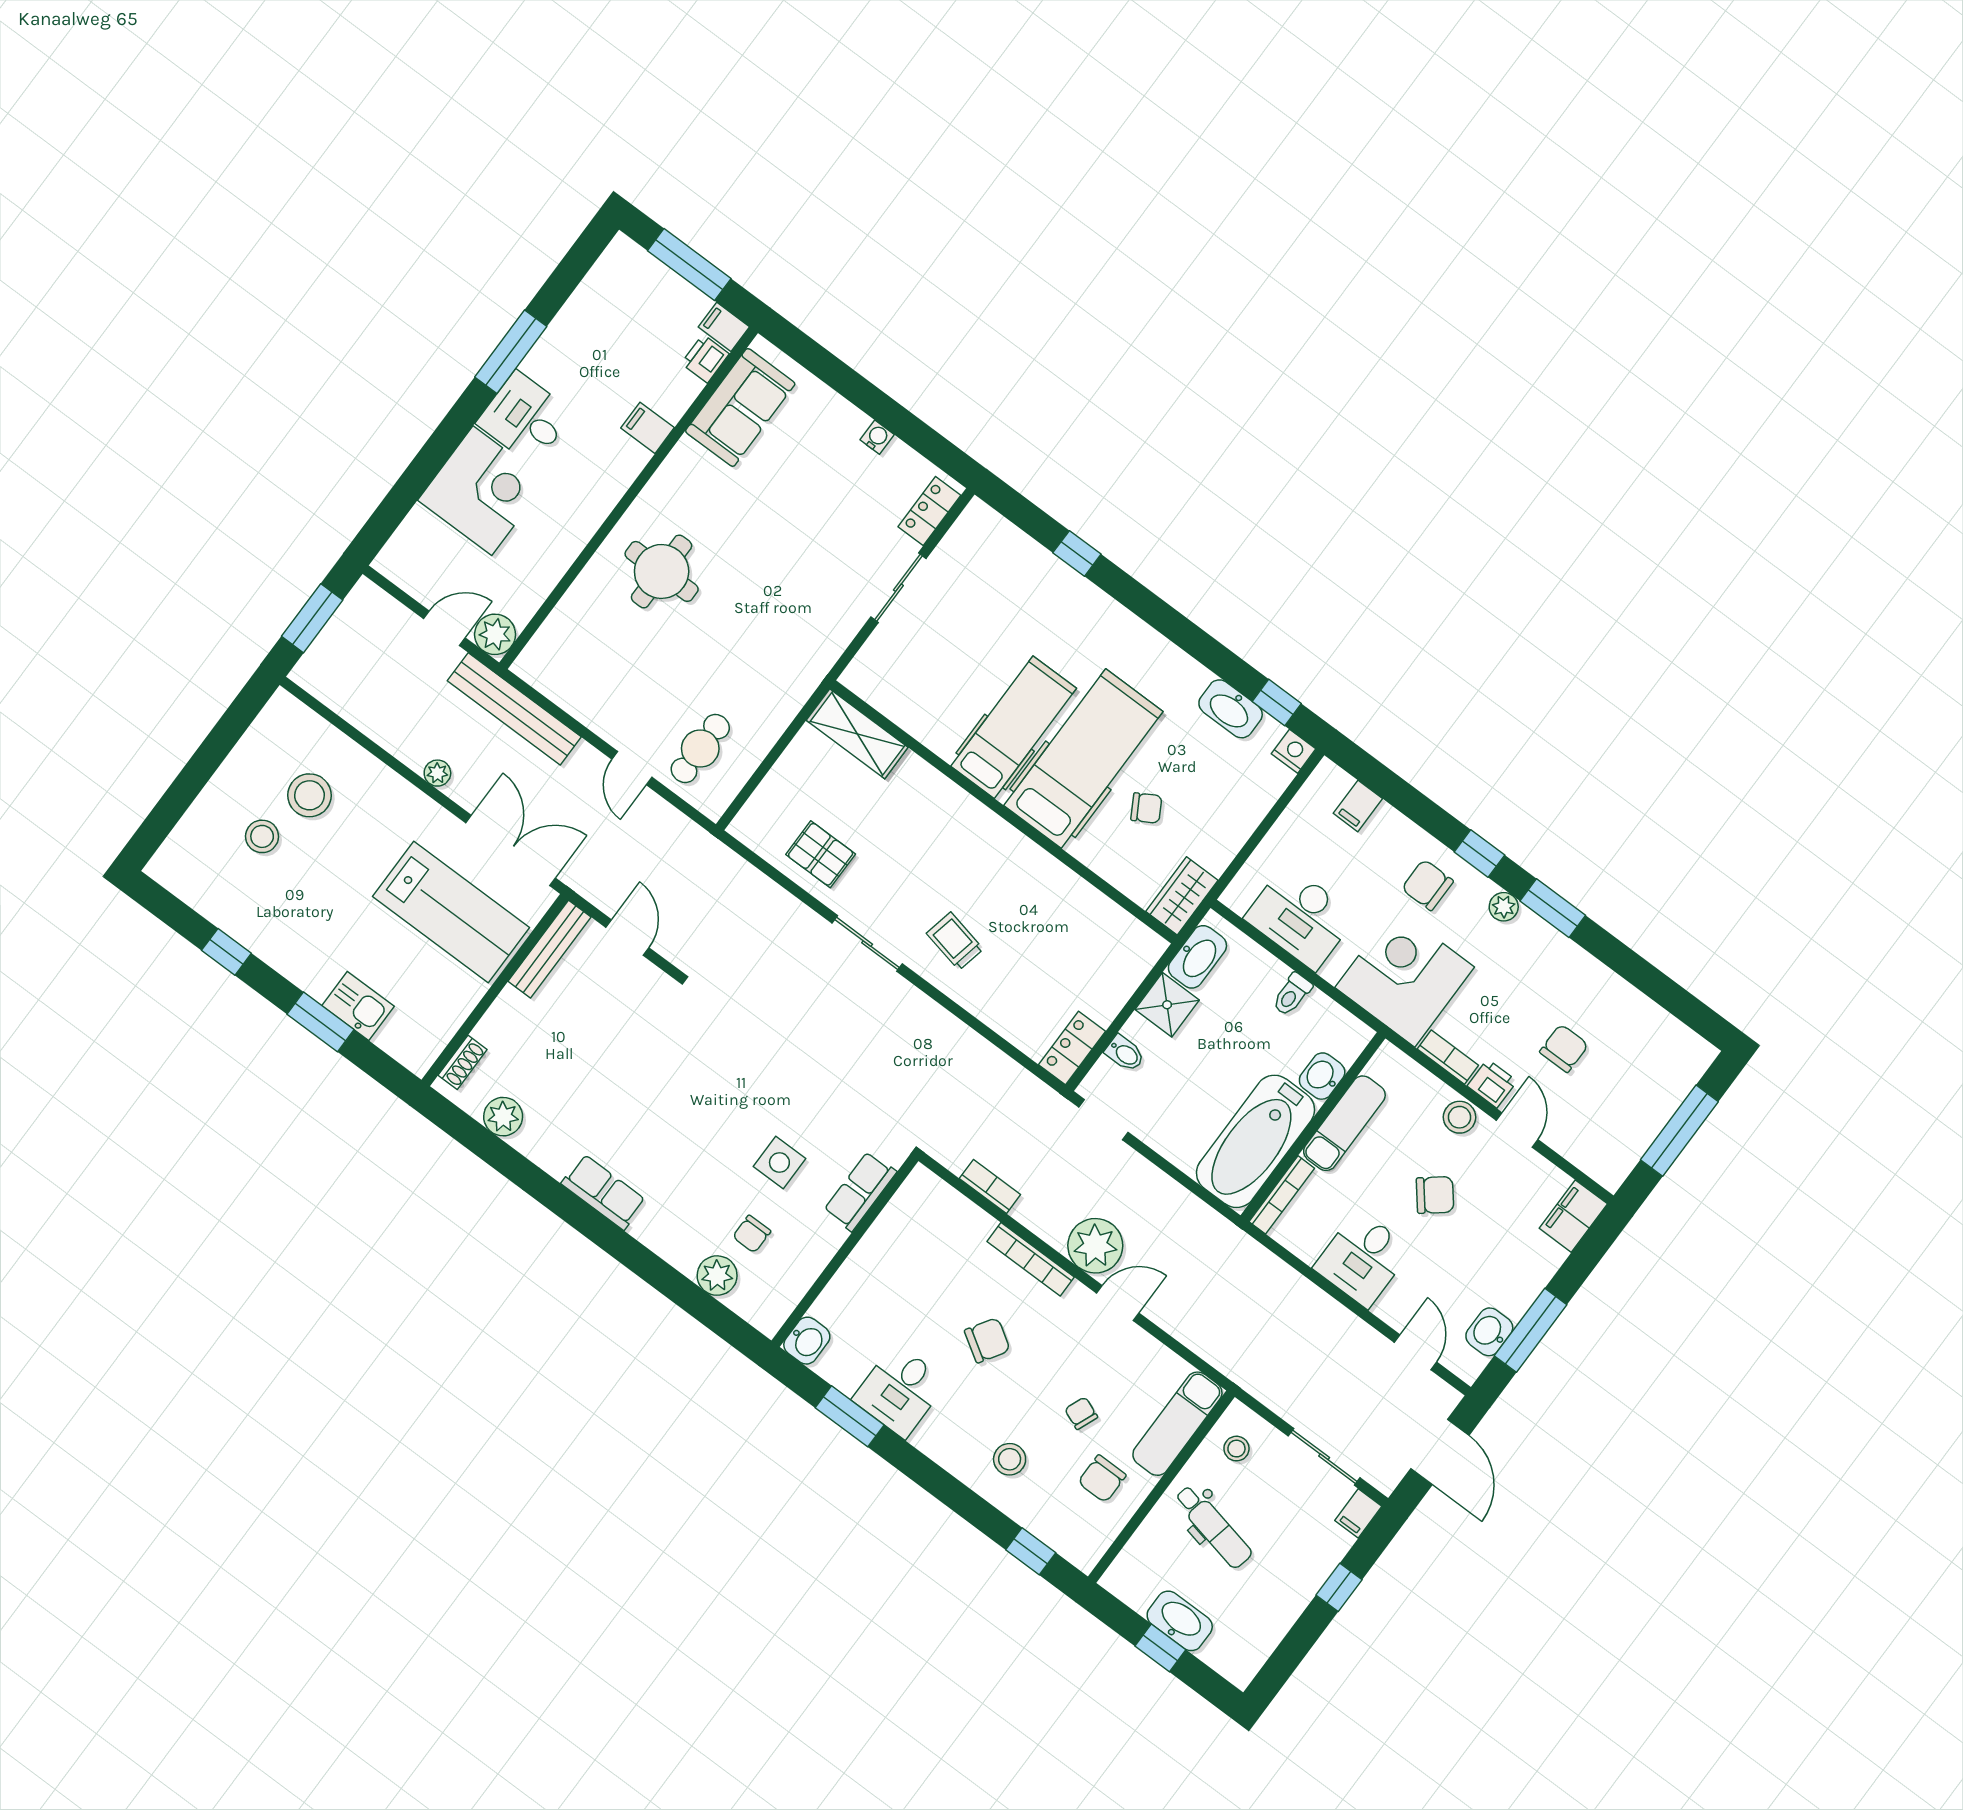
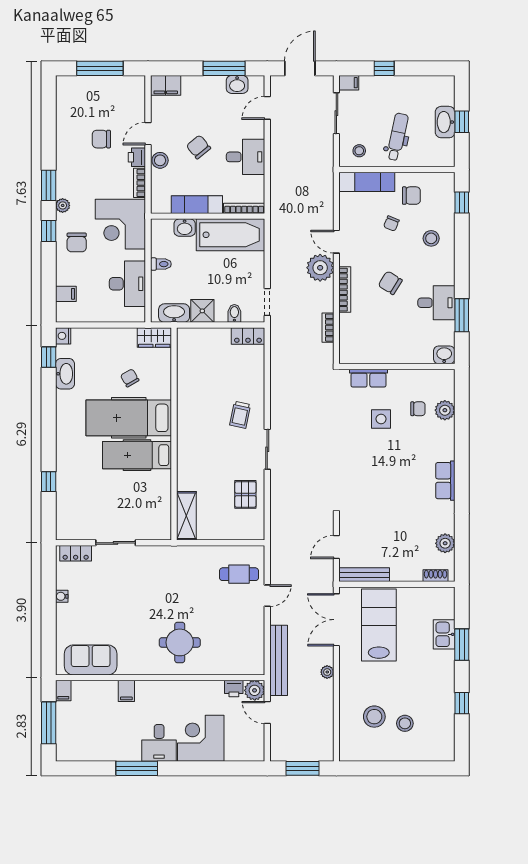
printer: (705, 359) -> (234, 689), moved

